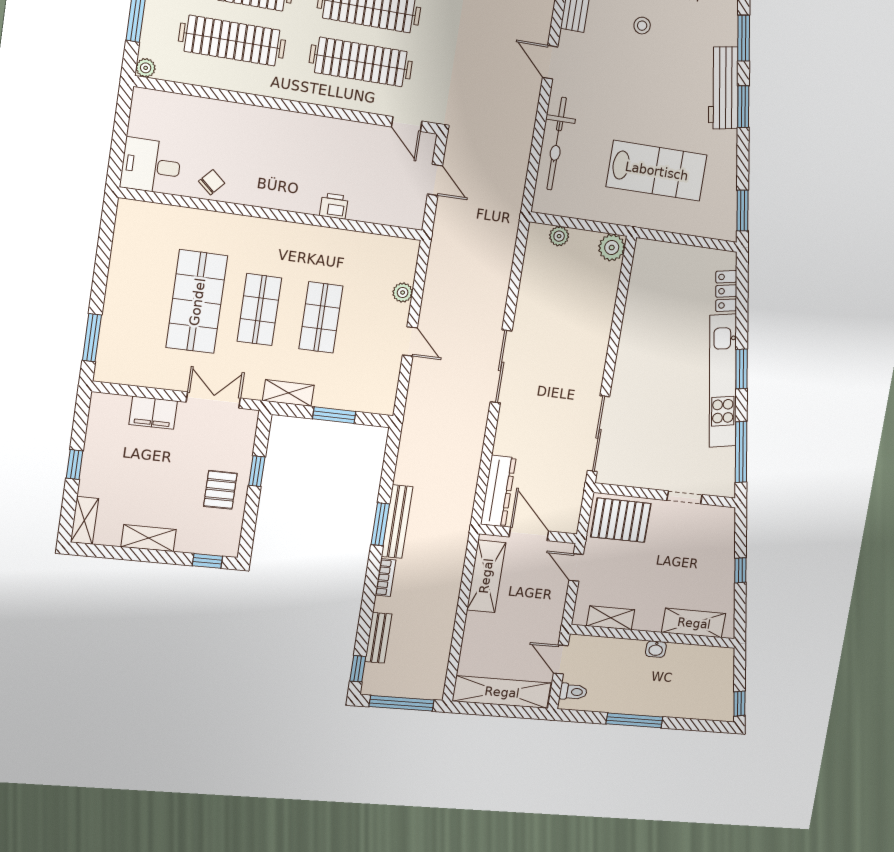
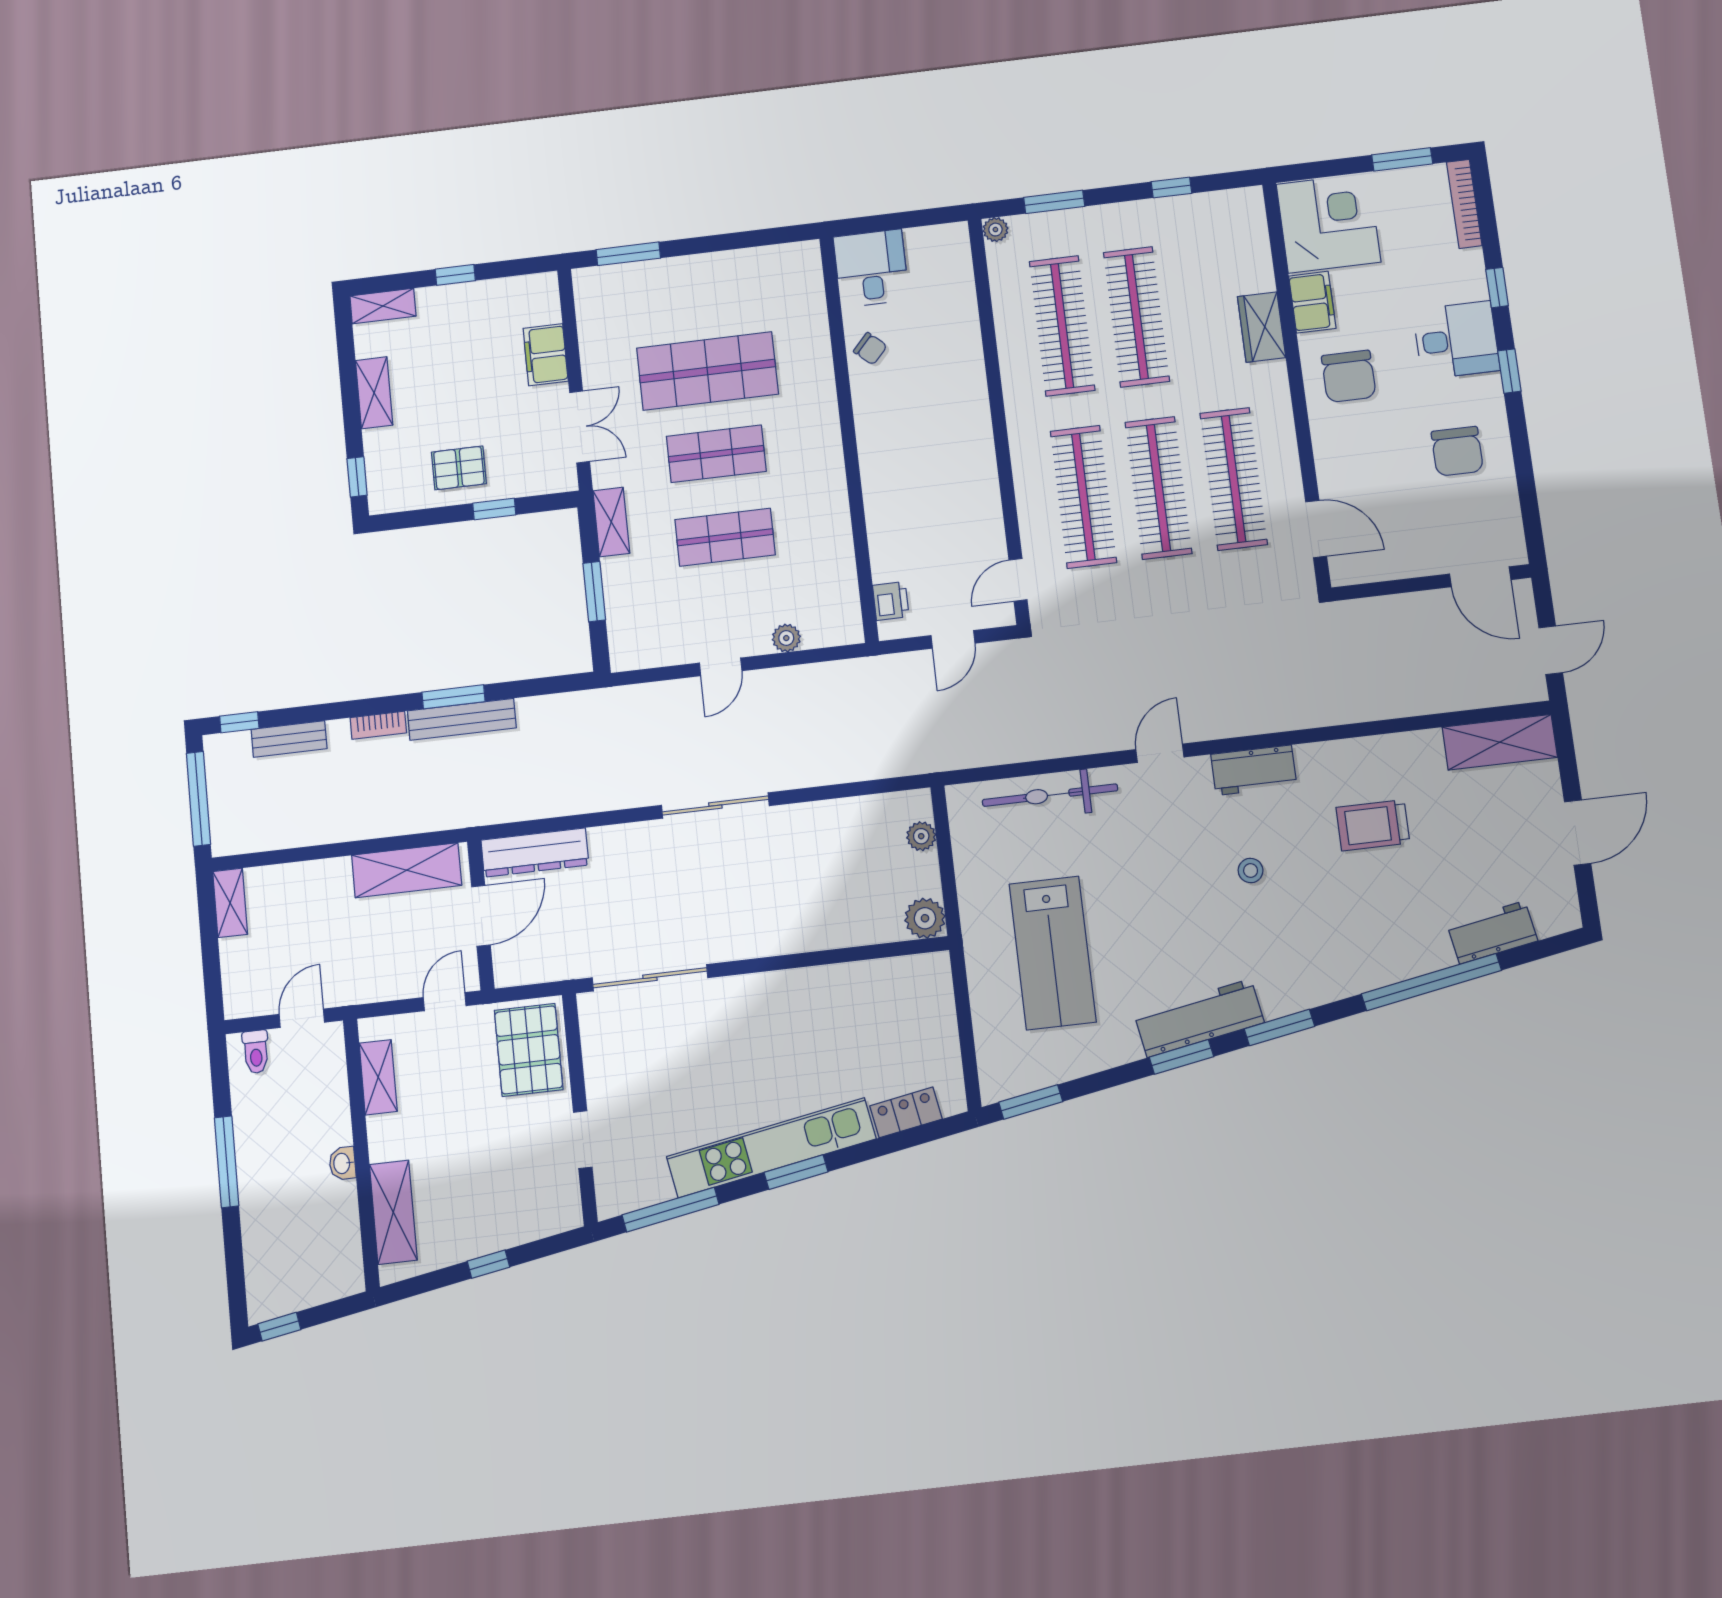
printer: (334, 206) -> (891, 601), moved
shelving: (502, 692) -> (230, 903), width x0.45, depth x0.75

